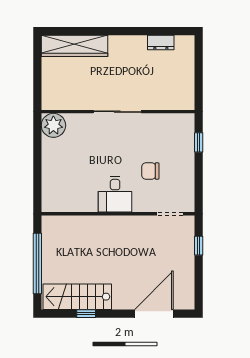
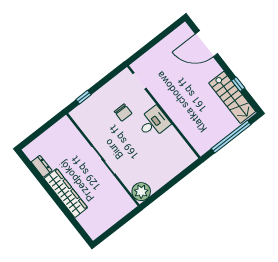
wardrobe: (74, 46) -> (66, 193), moved
window: (199, 246) -> (145, 49), removed

